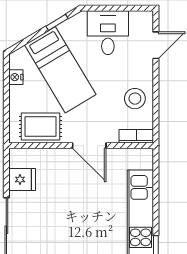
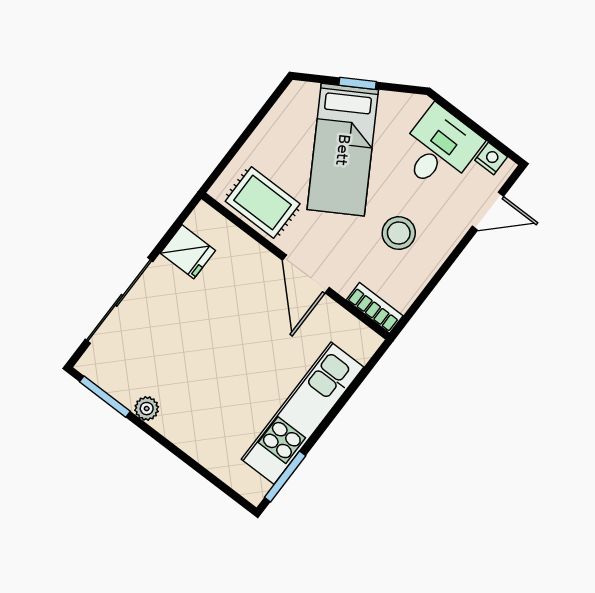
window: (57, 22) -> (358, 83), moved
nightstand: (16, 77) -> (491, 159), moved, turned 90
stool: (135, 99) -> (399, 233), moved

